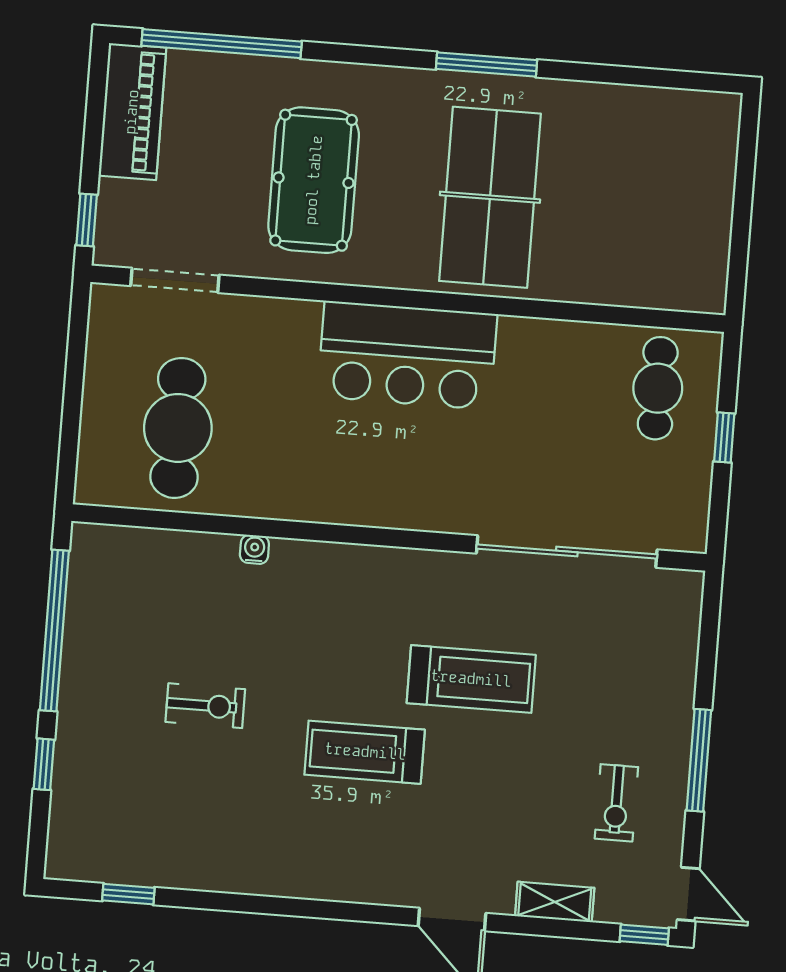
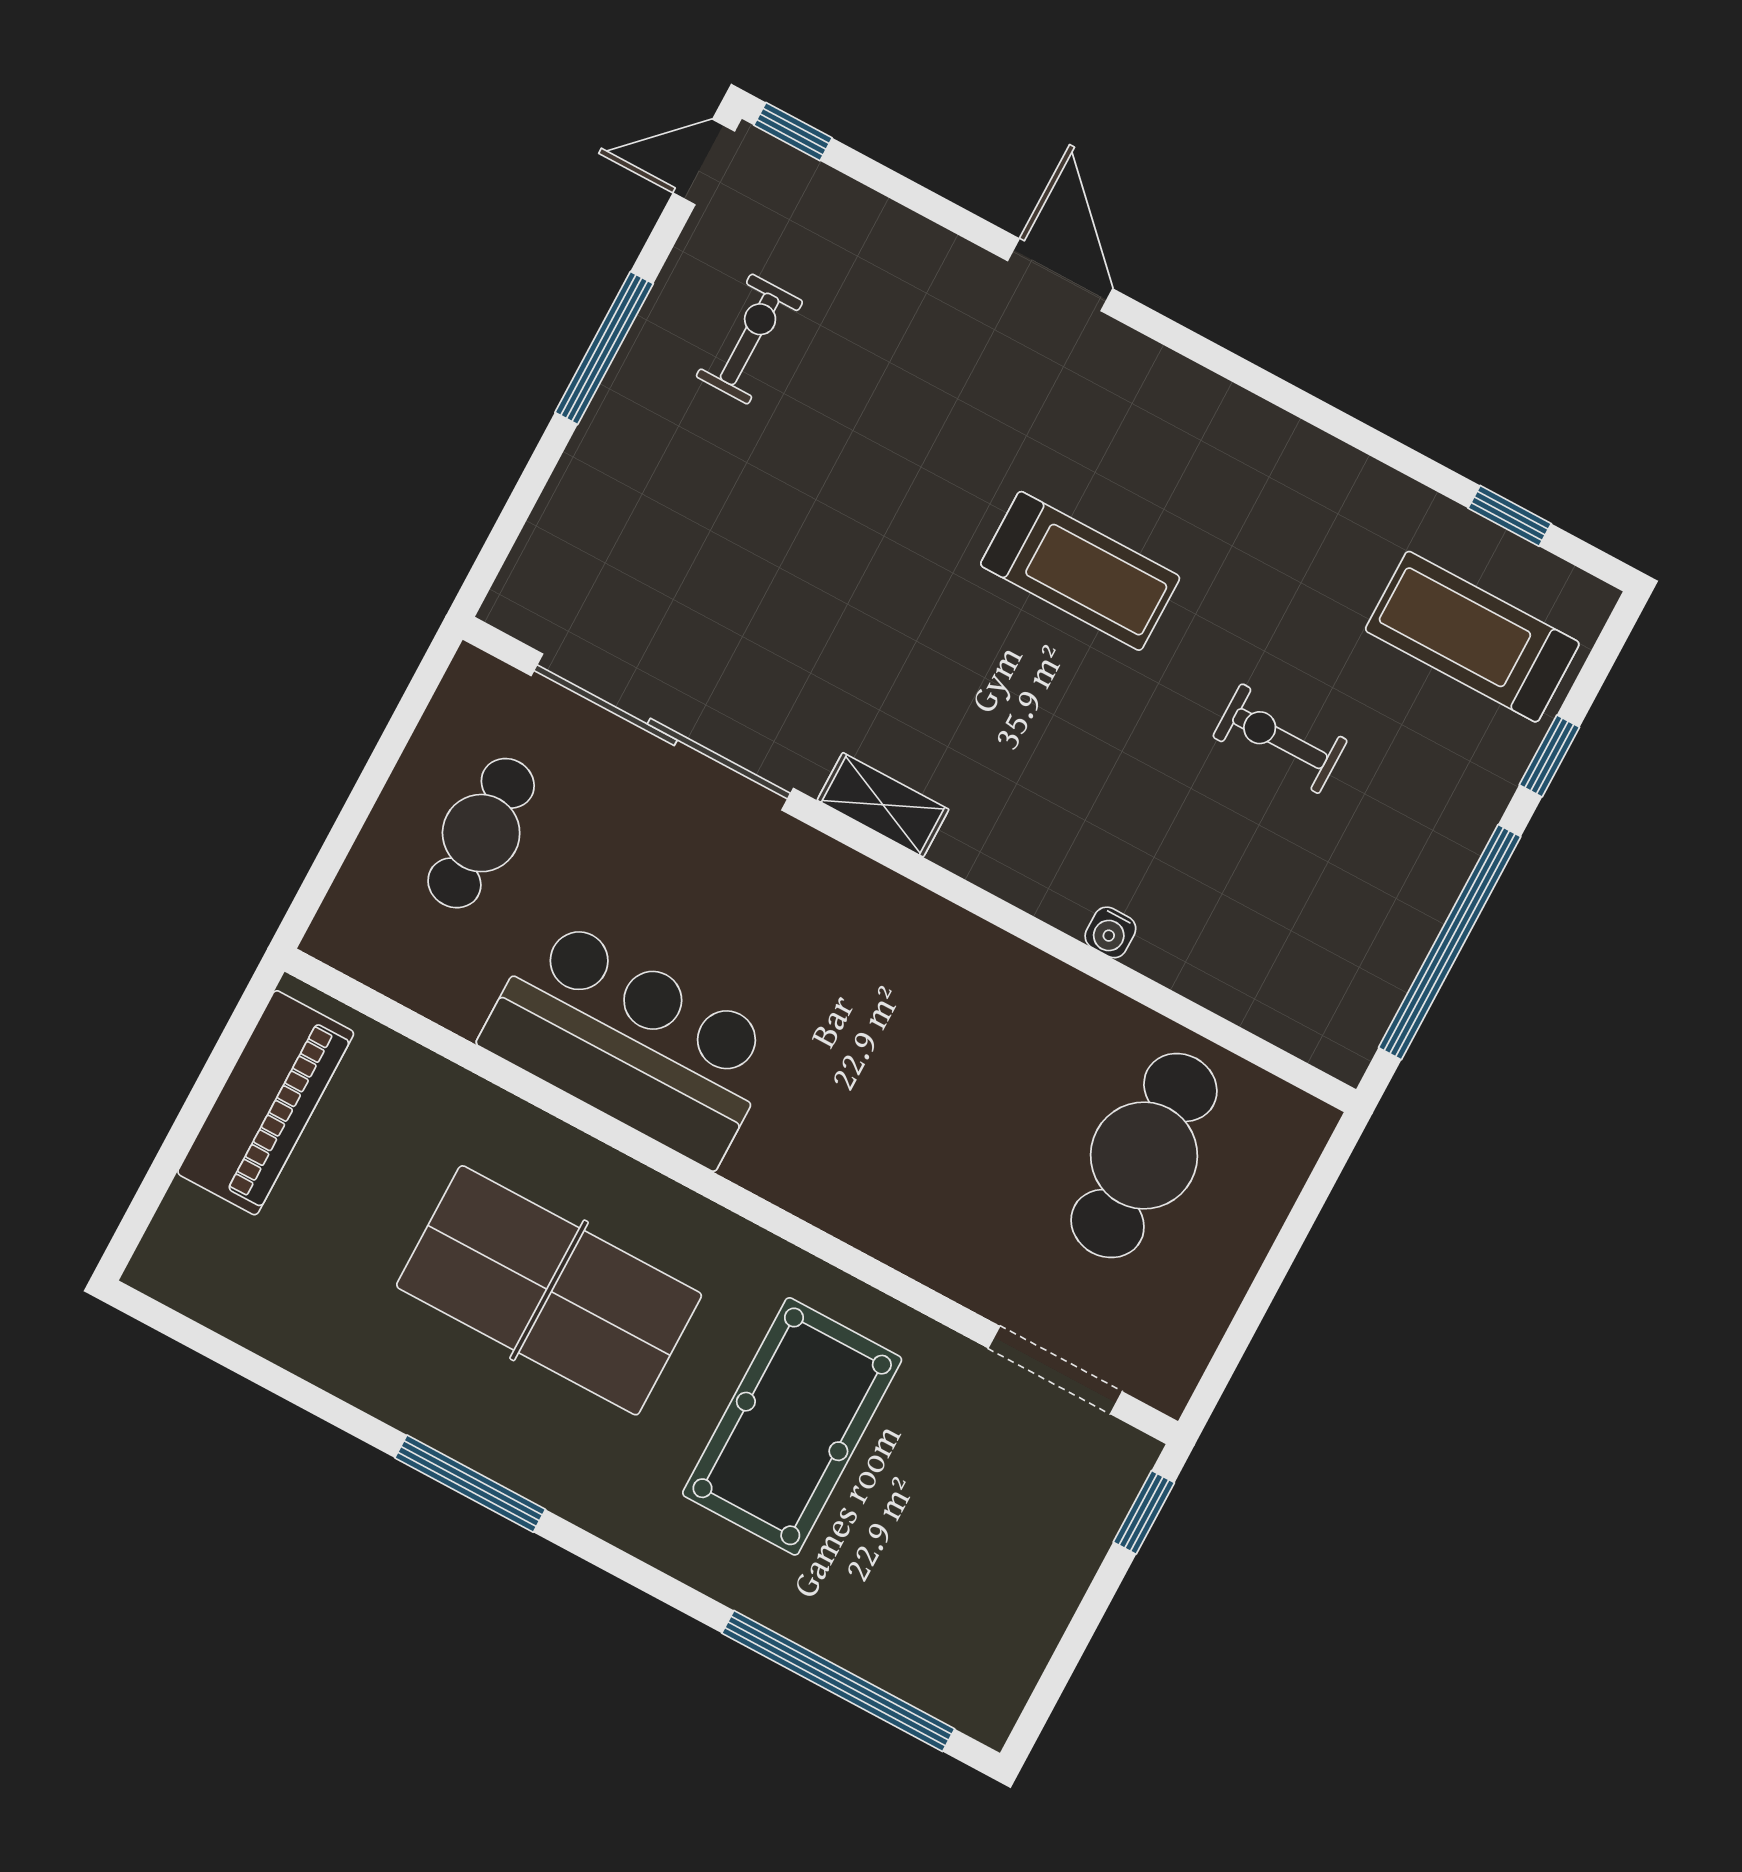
piano: (132, 112) -> (266, 1103), moved, turned 180
table tennis table: (490, 197) -> (549, 1290), turned 90
bar counter: (407, 355) -> (631, 1042), moved
cafe table: (658, 388) -> (481, 833), moved
window: (724, 438) -> (364, 797), removed
treadmill: (471, 679) -> (1472, 637), moved
door: (688, 894) -> (704, 162), hinge flipped
shelving: (555, 902) -> (883, 805), moved

